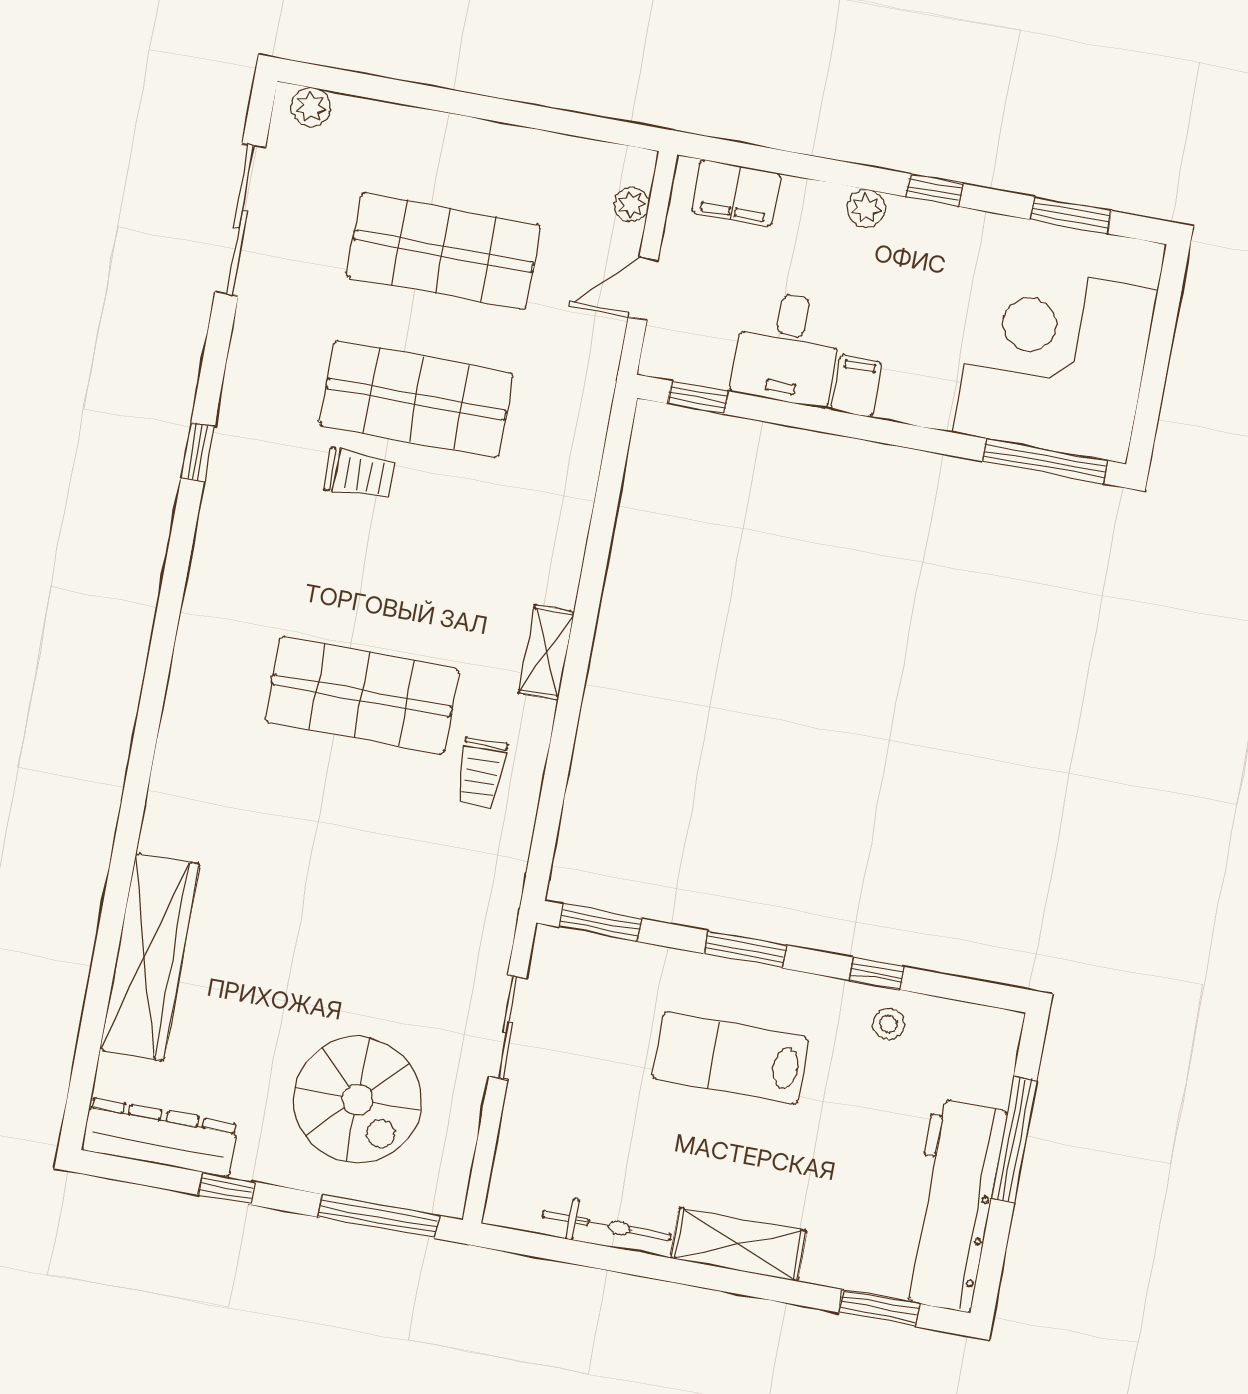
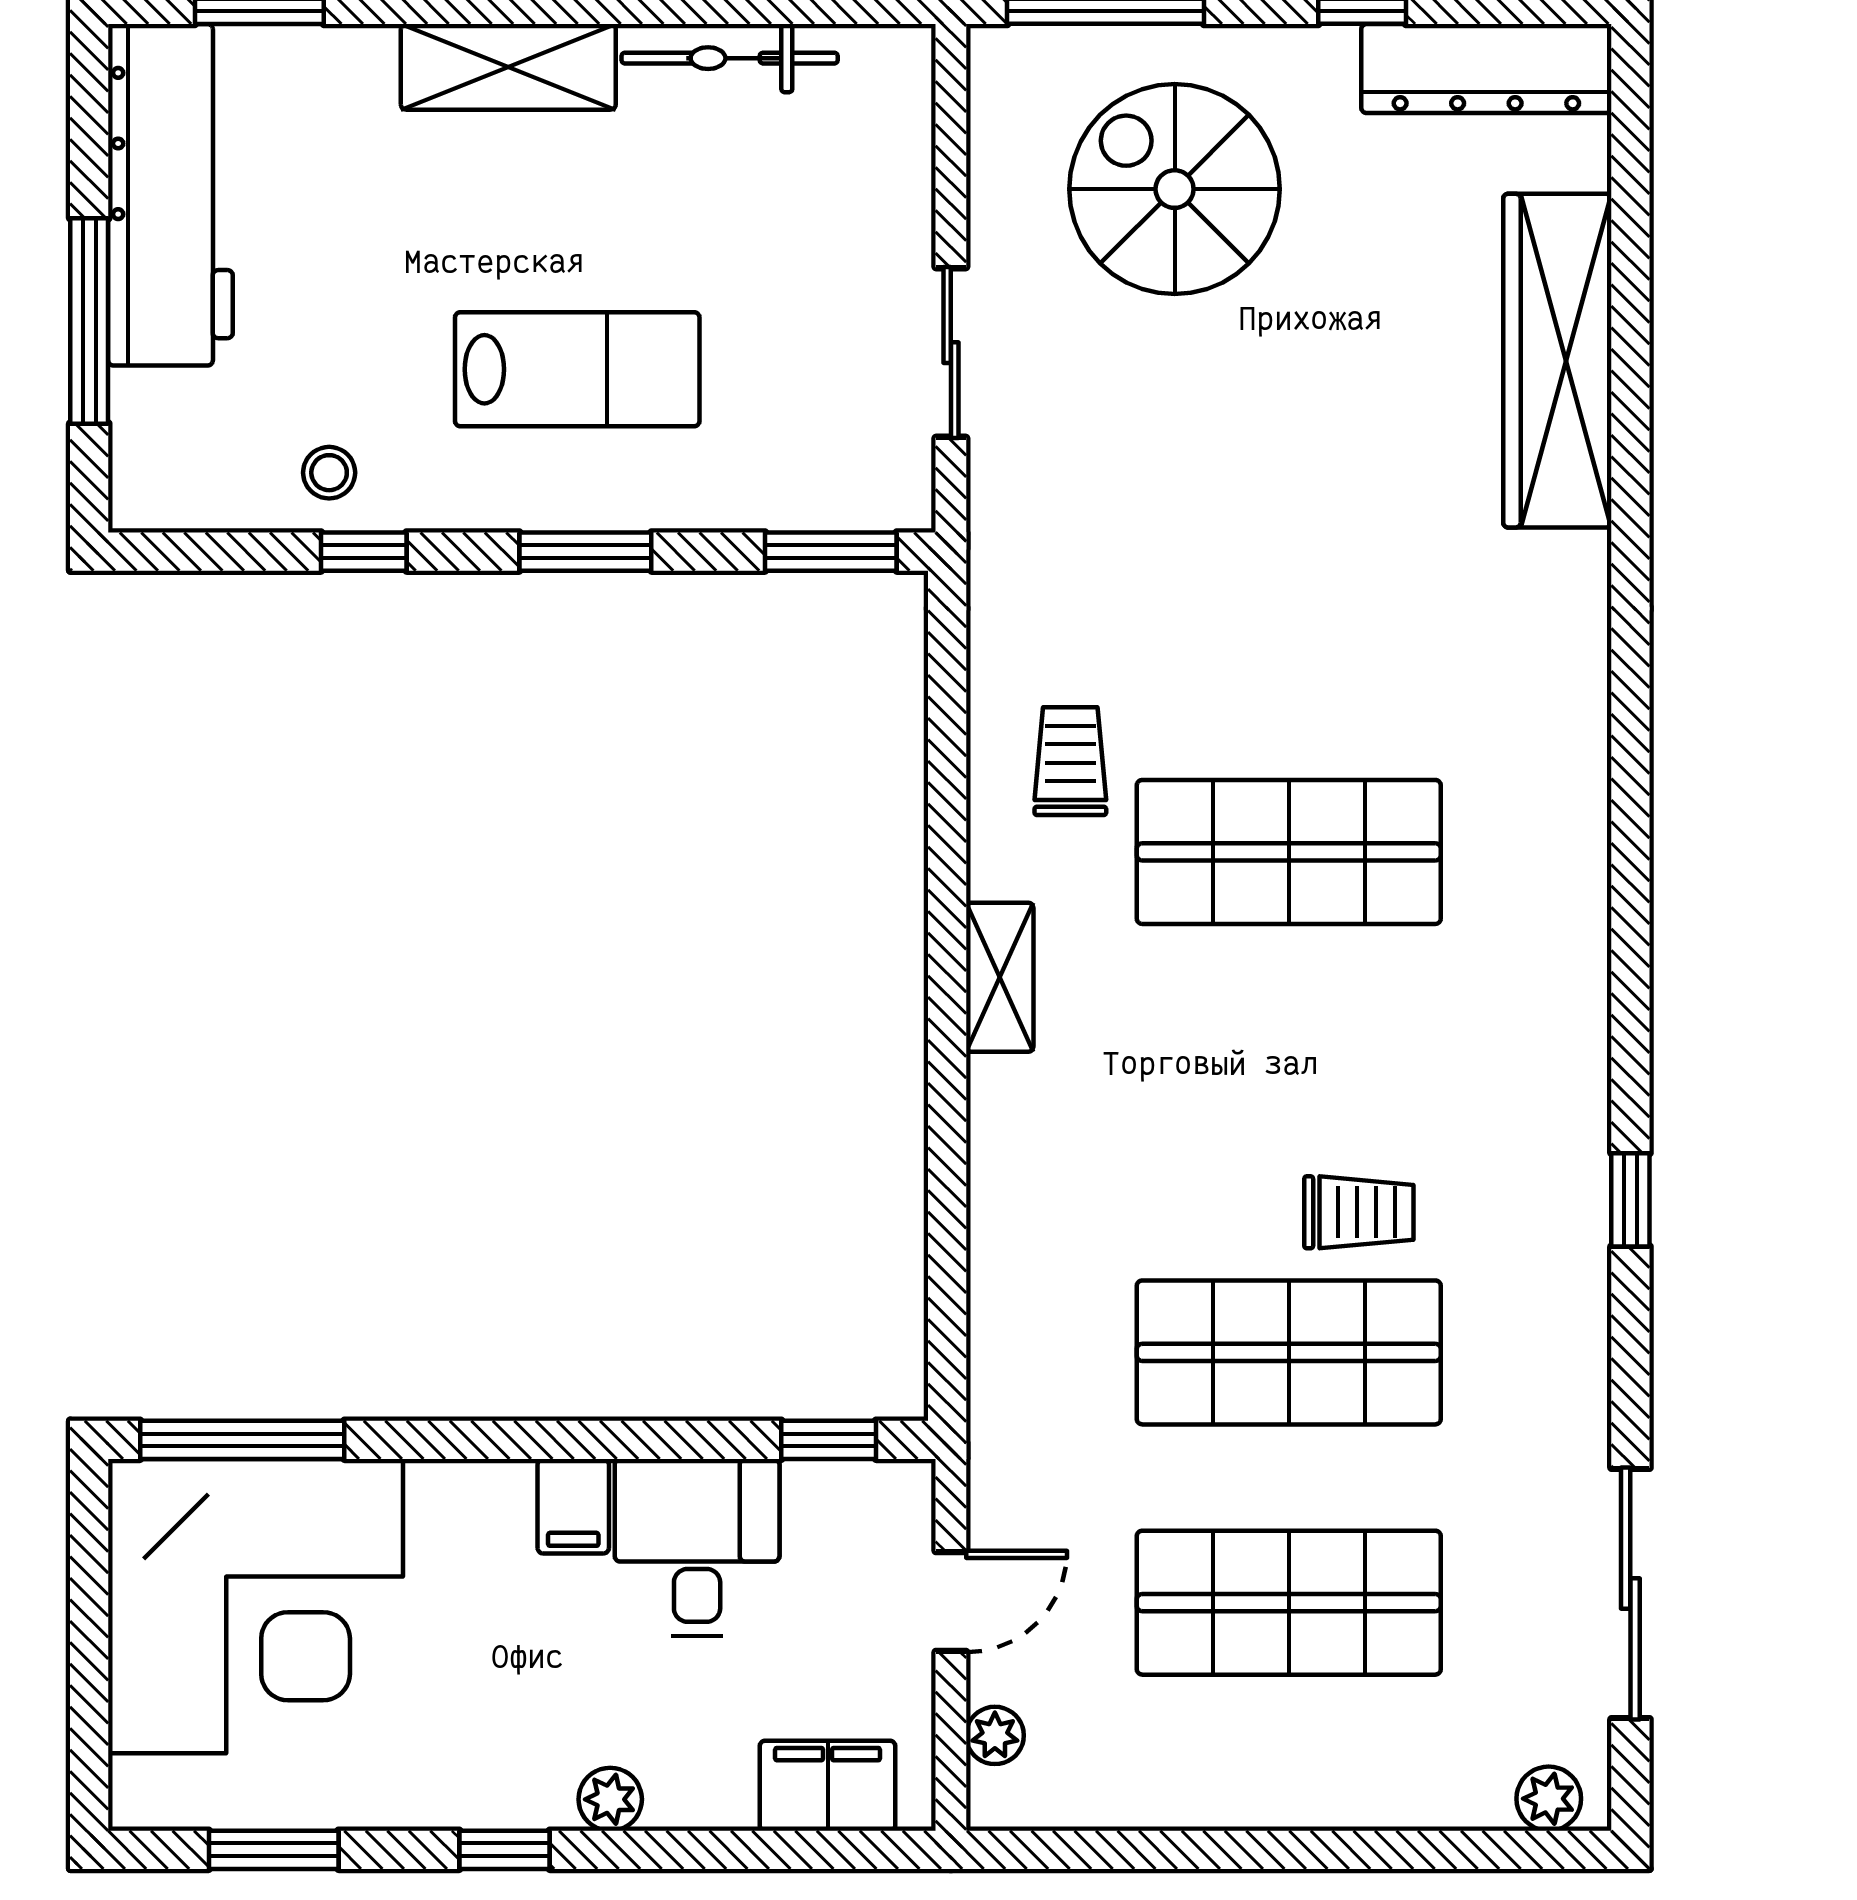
trolley: (360, 474) -> (1359, 1212), turned 180

